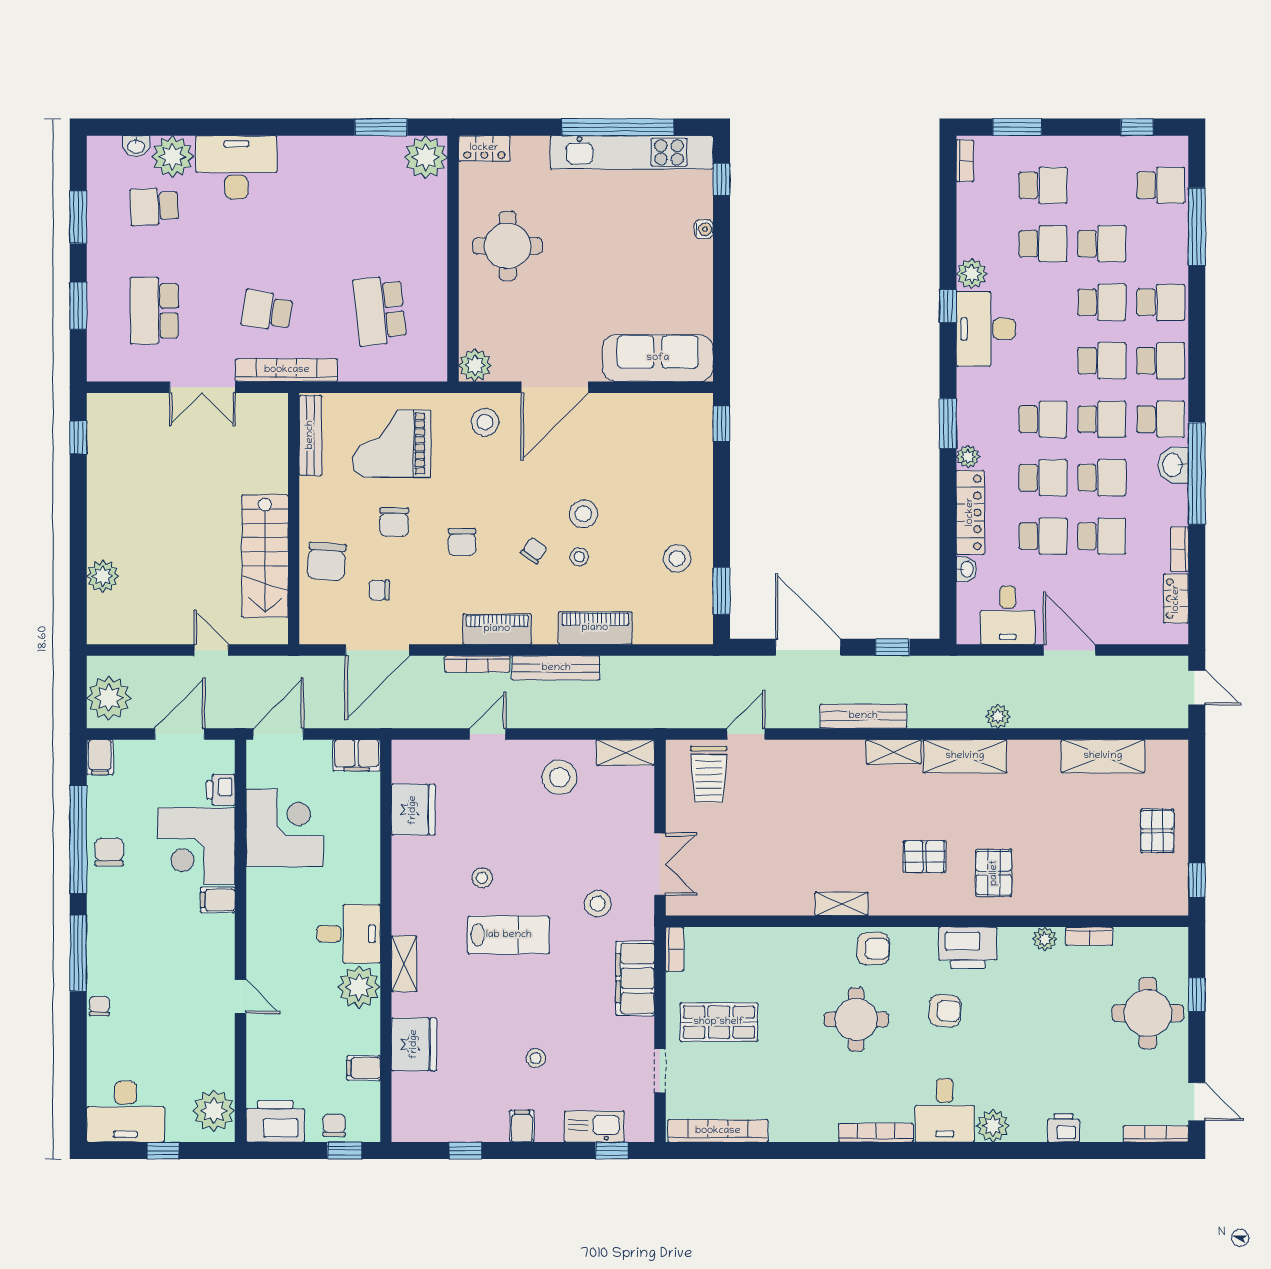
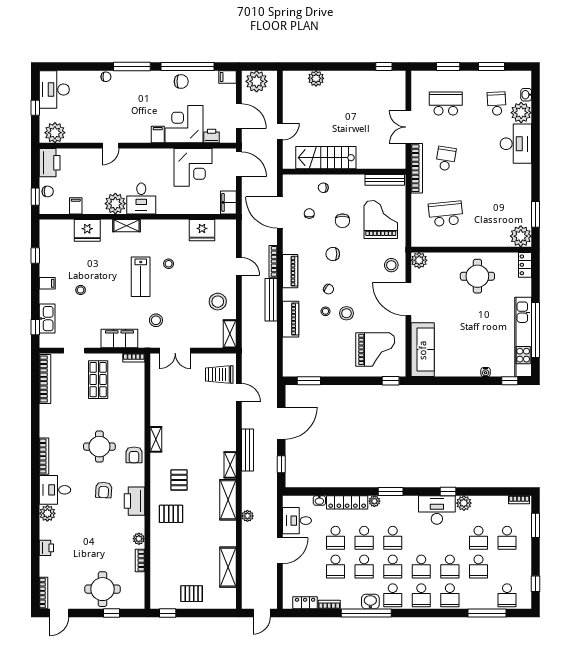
grand piano: (657, 455) -> (375, 349), added
chair: (394, 522) -> (342, 221), turned -90
stool: (677, 558) -> (325, 359), removed
chair: (326, 561) -> (323, 188), width x0.54, depth x0.54

